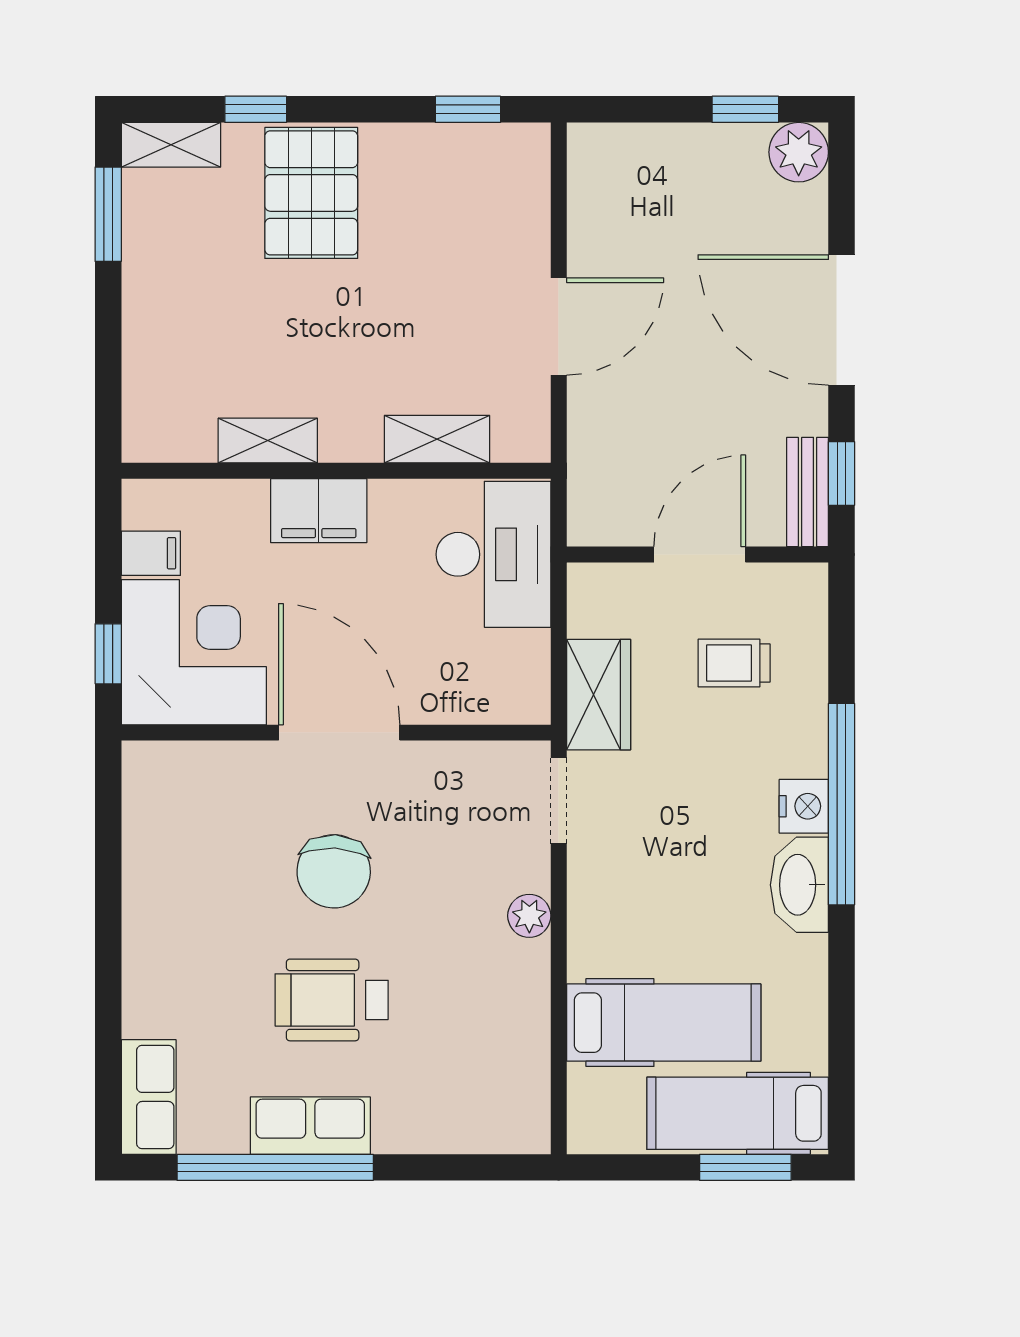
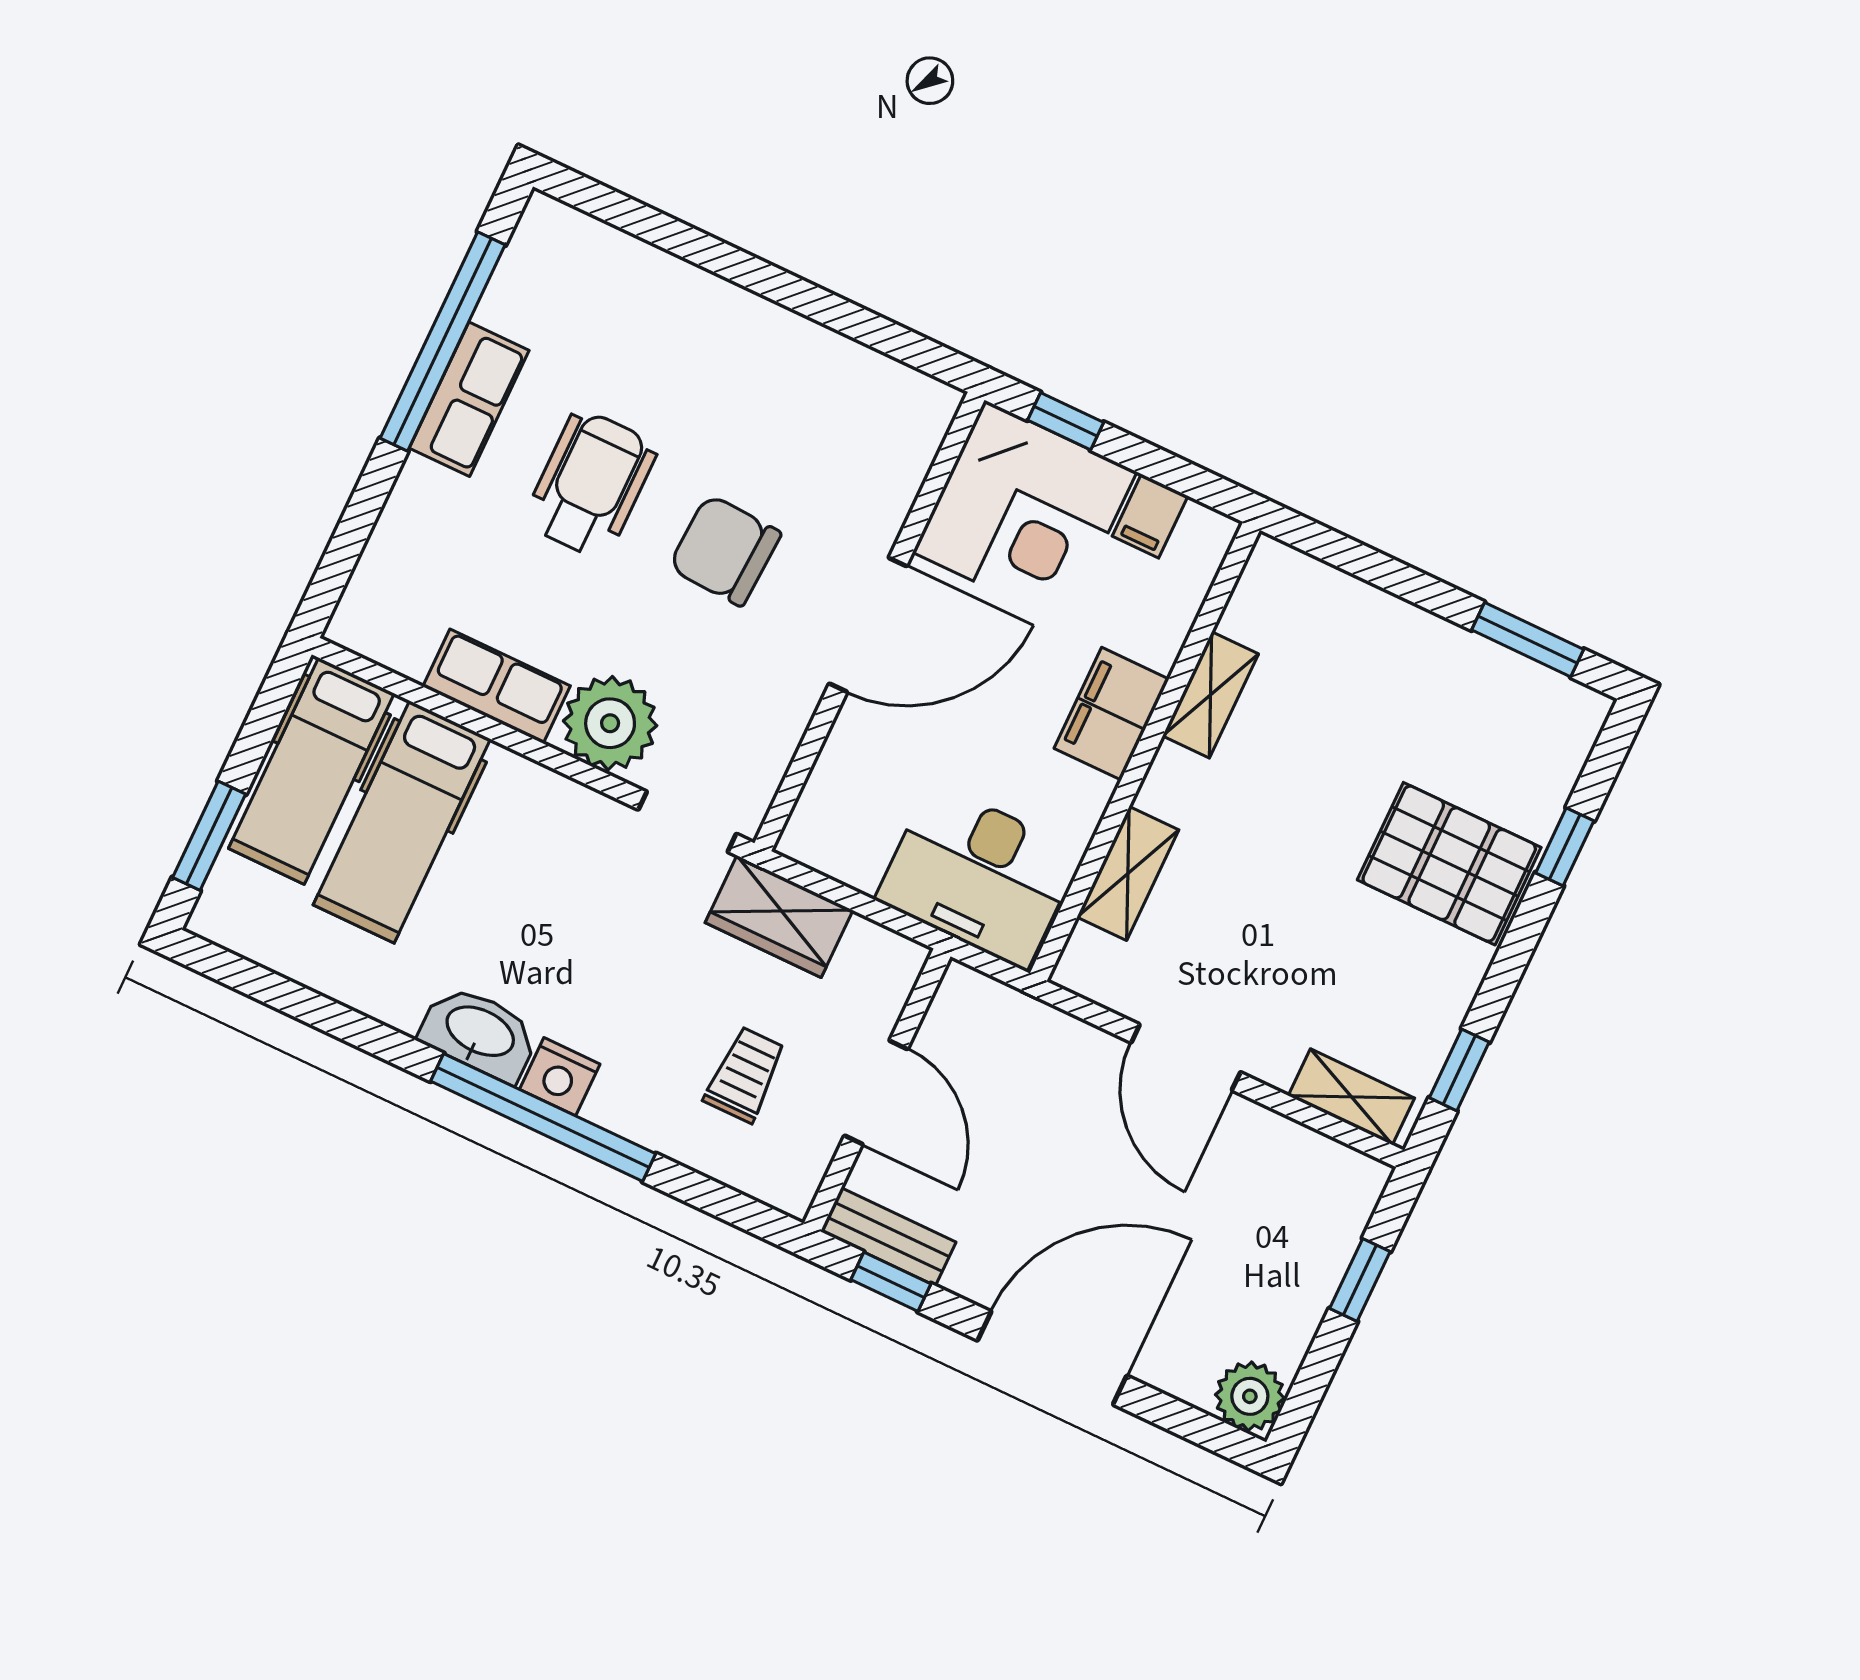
window: (745, 109) -> (1360, 1280), moved
shelving: (171, 145) -> (1351, 1097), moved, turned 90
plant: (529, 916) -> (610, 723), width x1.87, depth x1.87
row of seats: (149, 1097) -> (497, 686), moved, turned 180
hospital bed: (738, 1113) -> (311, 771), moved, turned 180

